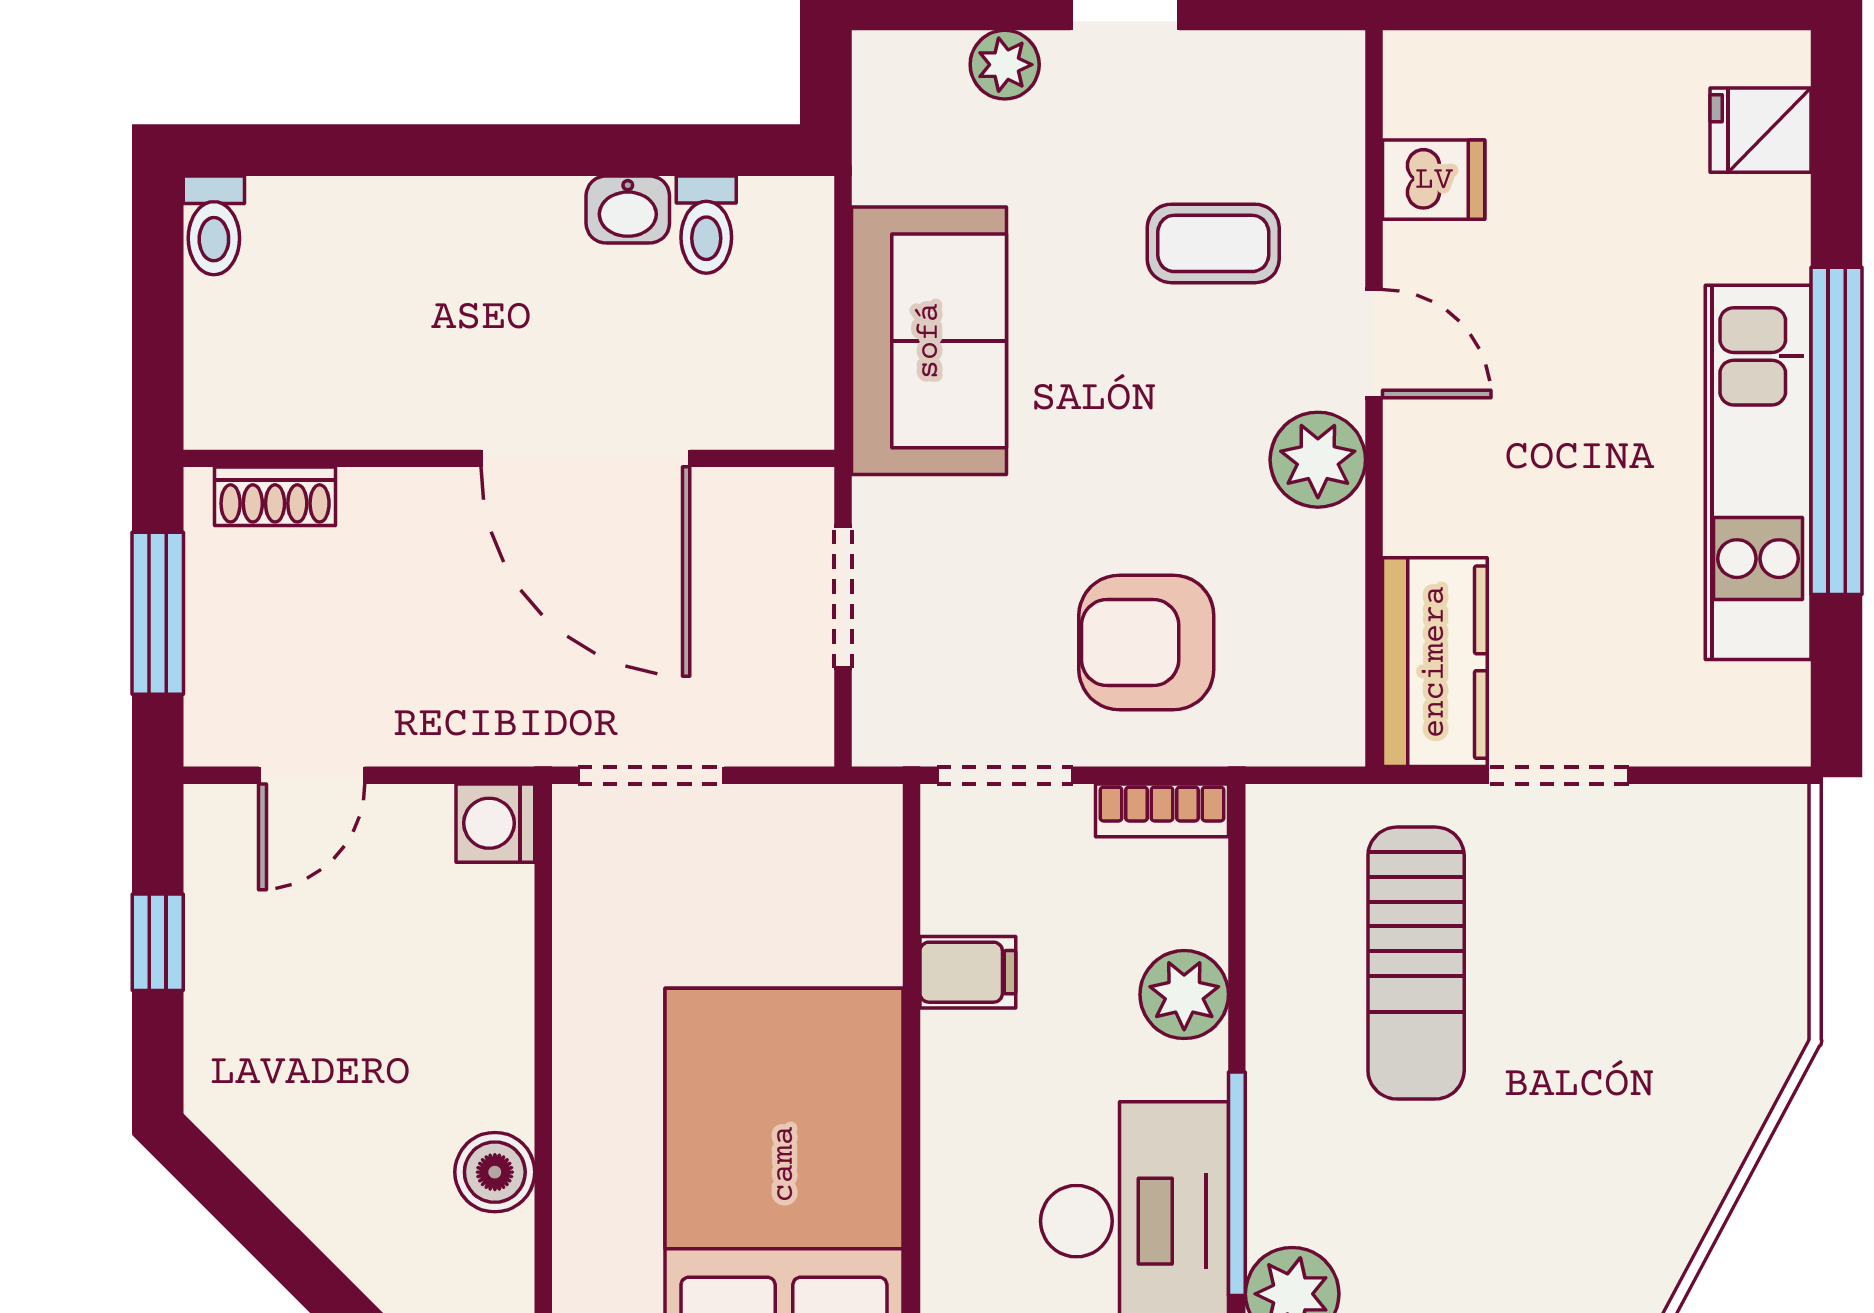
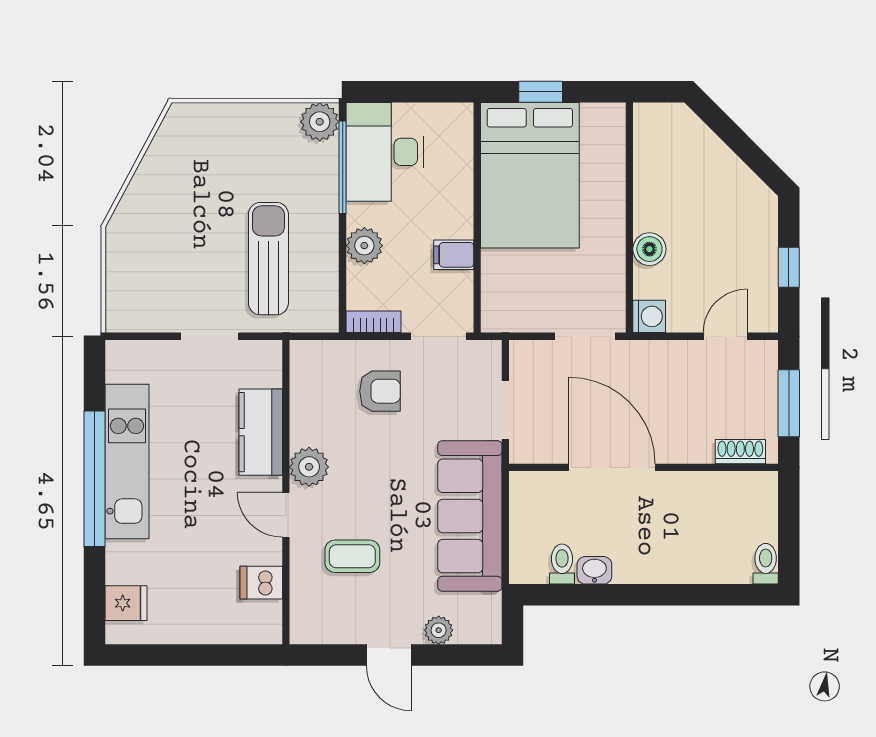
sofa: (929, 341) -> (470, 516), width x1.36
armchair: (1146, 642) -> (380, 391), width x0.72, depth x0.72
kitchen counter: (1435, 662) -> (261, 432), moved
boiler: (495, 1172) -> (649, 249), moved

